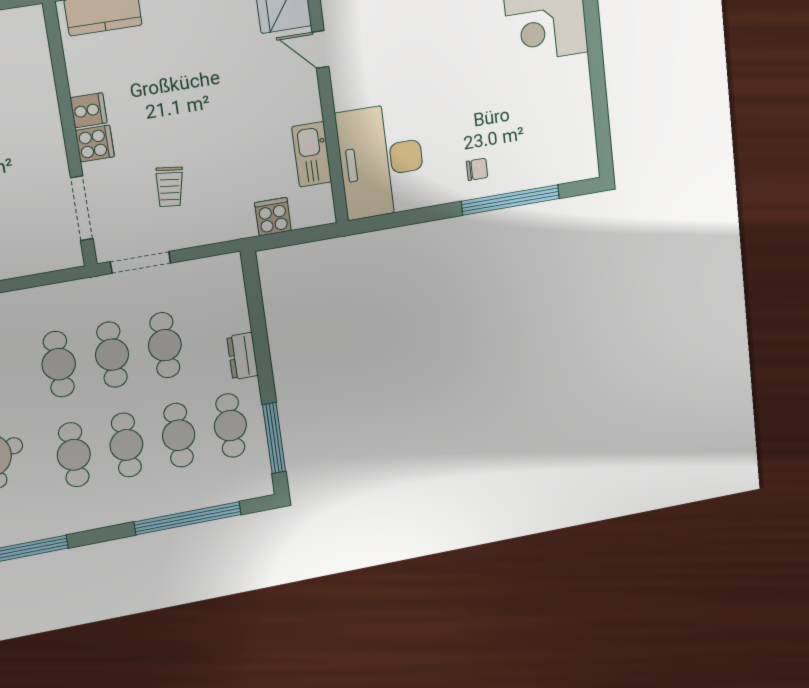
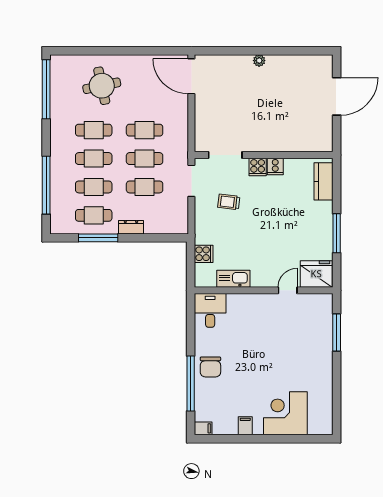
filing cabinet: (575, 89) -> (245, 426), added
desk: (381, 161) -> (210, 310), width x0.53, depth x0.77
filing cabinet: (587, 164) -> (203, 428), added
chair: (477, 169) -> (210, 367), width x1.87, depth x1.87
window: (274, 438) -> (98, 238), moved

